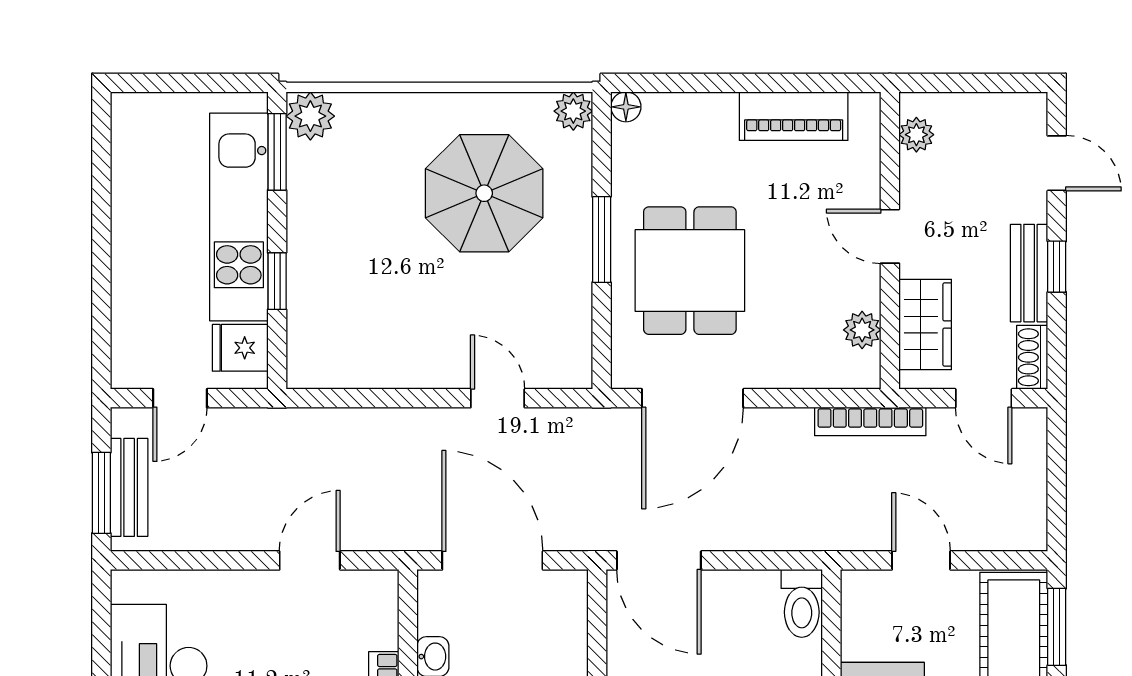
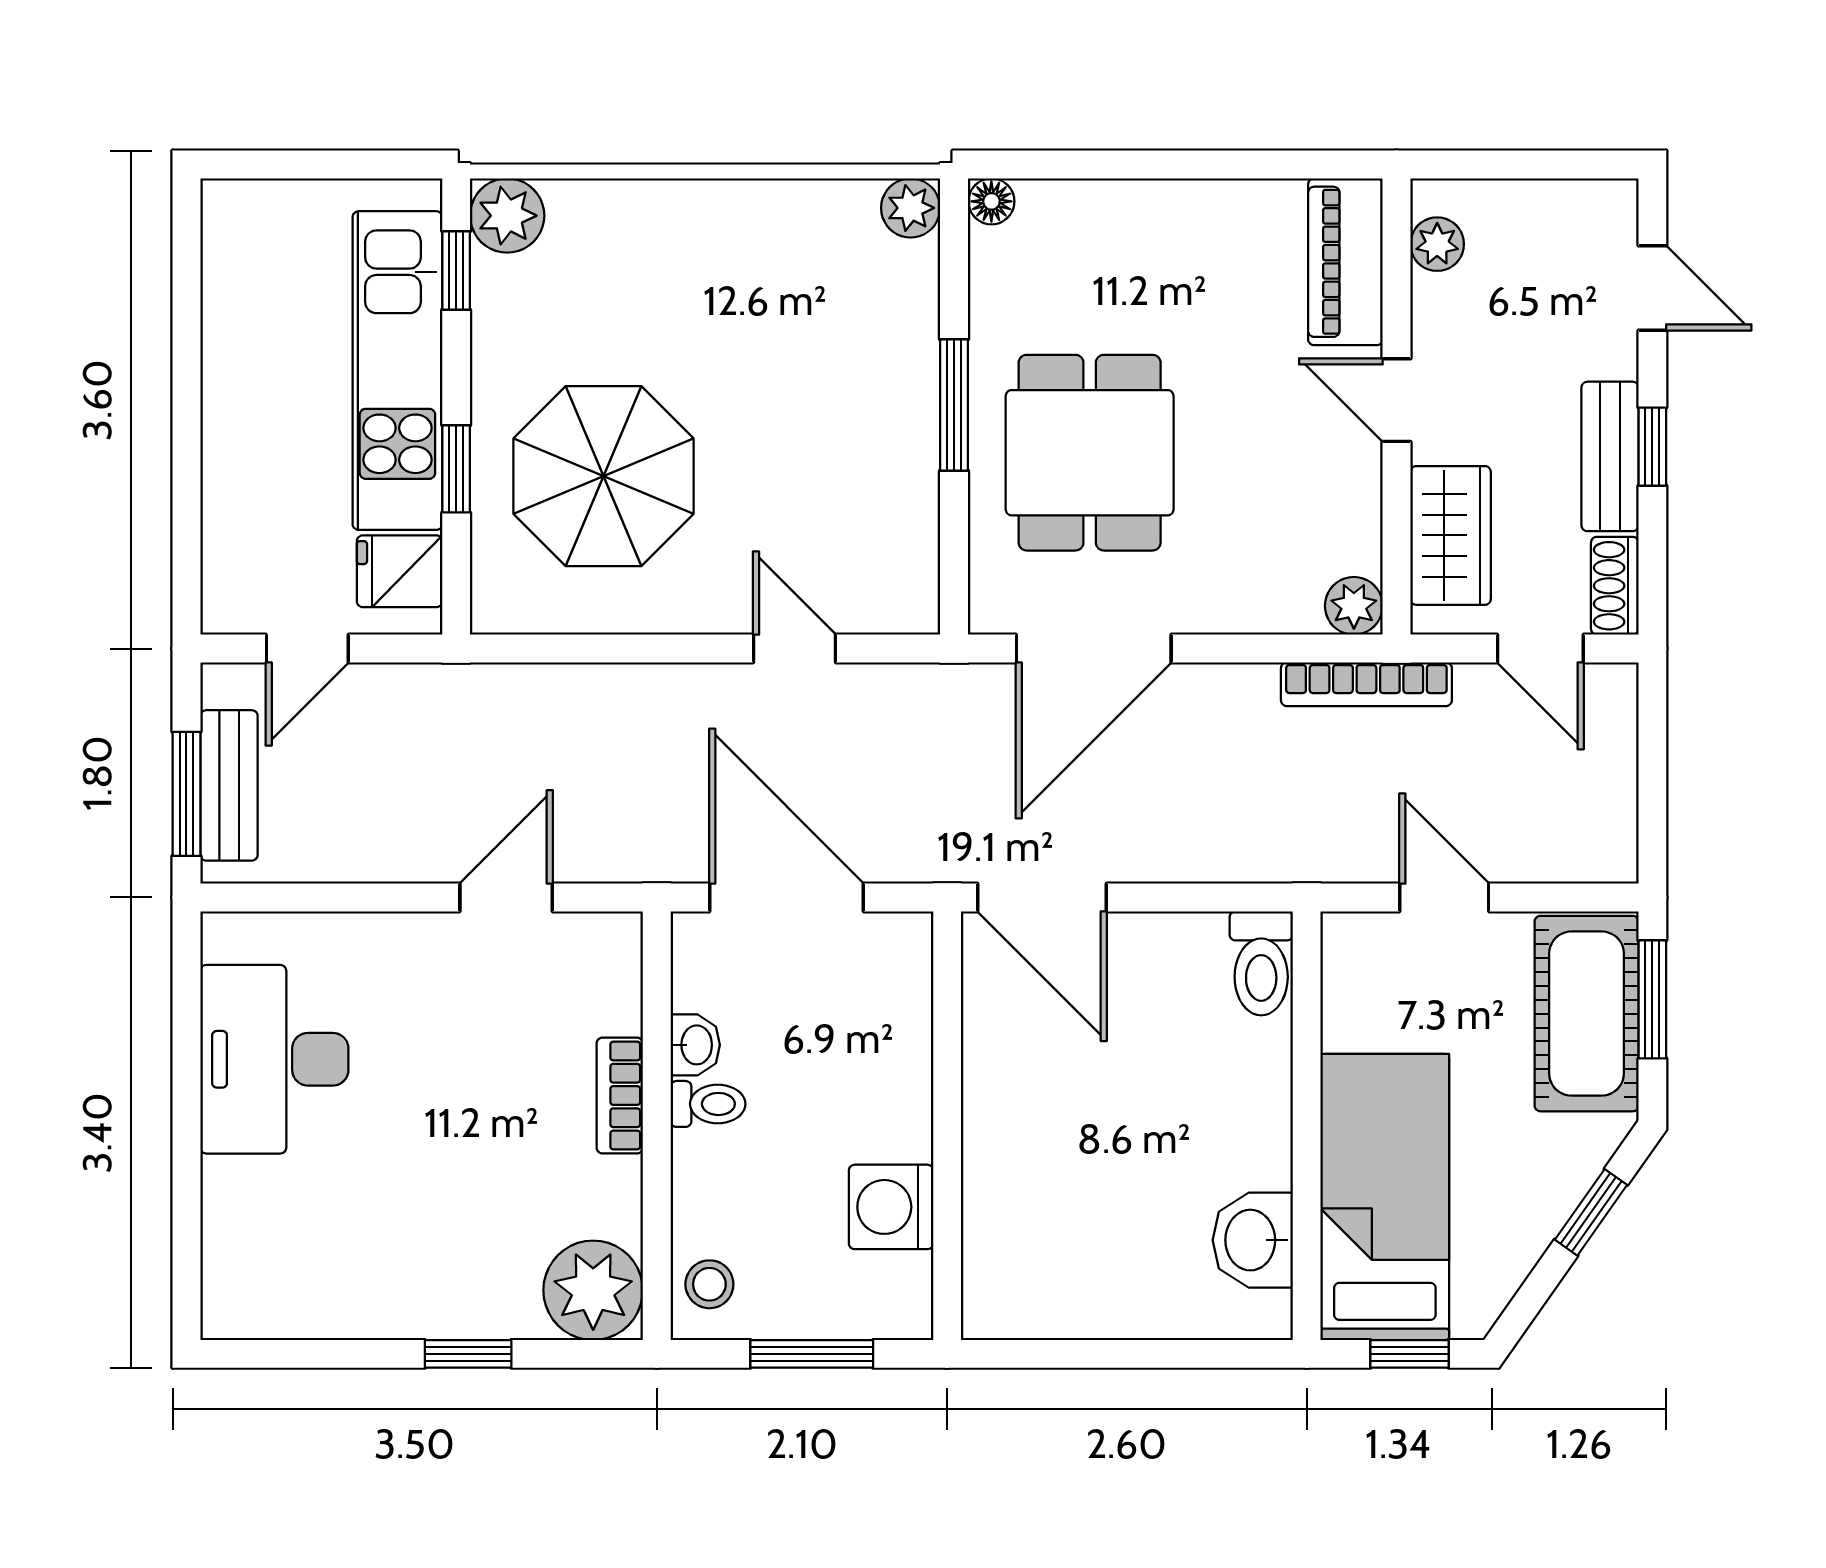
piano: (794, 116) -> (1345, 262), moved, turned 90
window: (277, 152) -> (456, 271), width x0.67
parasol: (484, 193) -> (604, 476), moved
plant: (862, 330) -> (1354, 606), moved

